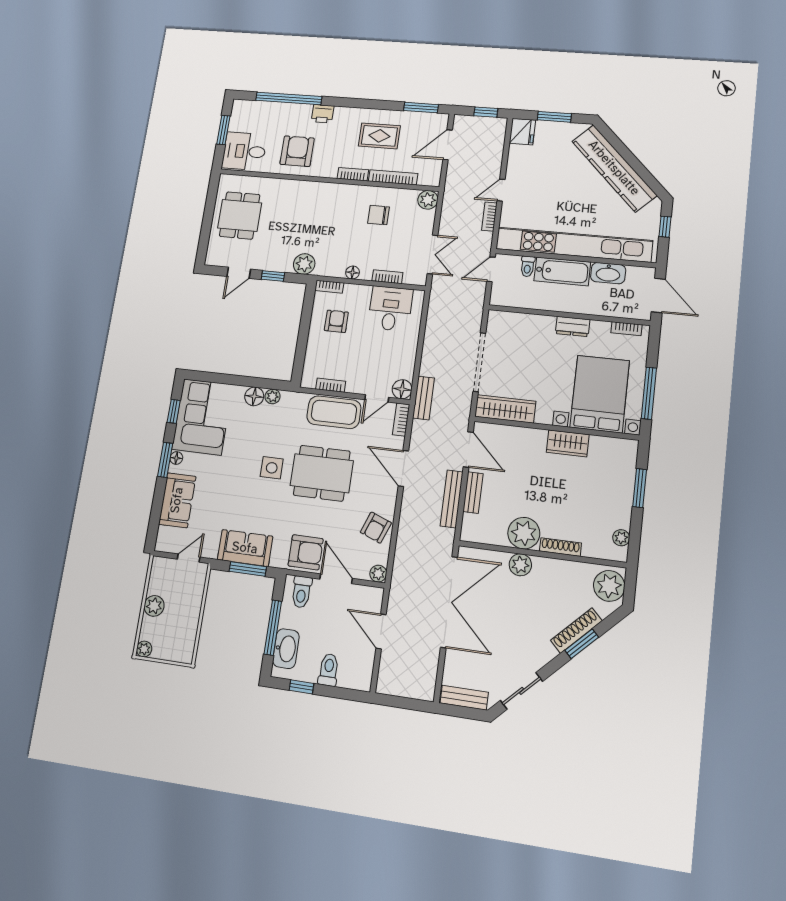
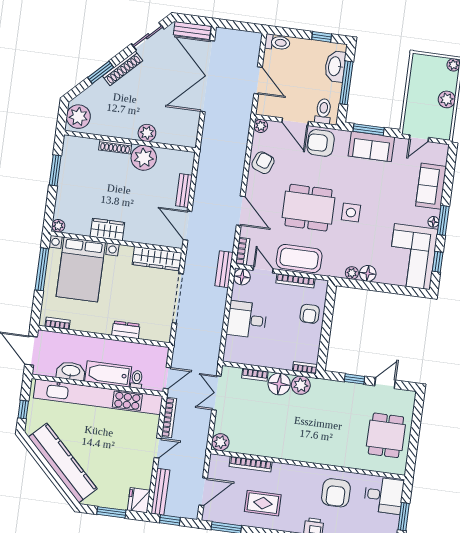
bookcase: (353, 174) -> (286, 469), removed
chair: (379, 215) -> (263, 430), removed
bookcase: (489, 217) -> (169, 418), width x1.56
plant: (304, 264) -> (301, 385), moved
floor lamp: (353, 272) -> (279, 384), width x1.89, depth x1.89
desk: (390, 309) -> (247, 320), moved, turned 90
armchair: (336, 321) -> (310, 314), moved
dresser: (573, 326) -> (126, 330), moved
bookcase: (331, 385) -> (295, 281), width x1.56
door: (377, 398) -> (263, 270), hinge flipped
window: (640, 488) -> (55, 170), moved
bench: (452, 499) -> (160, 492), moved
plant: (621, 538) -> (58, 226), moved
double door: (449, 602) -> (207, 76), moved
shoe rack: (576, 631) -> (123, 68), moved
toilet: (329, 670) -> (277, 42), moved, turned -90

